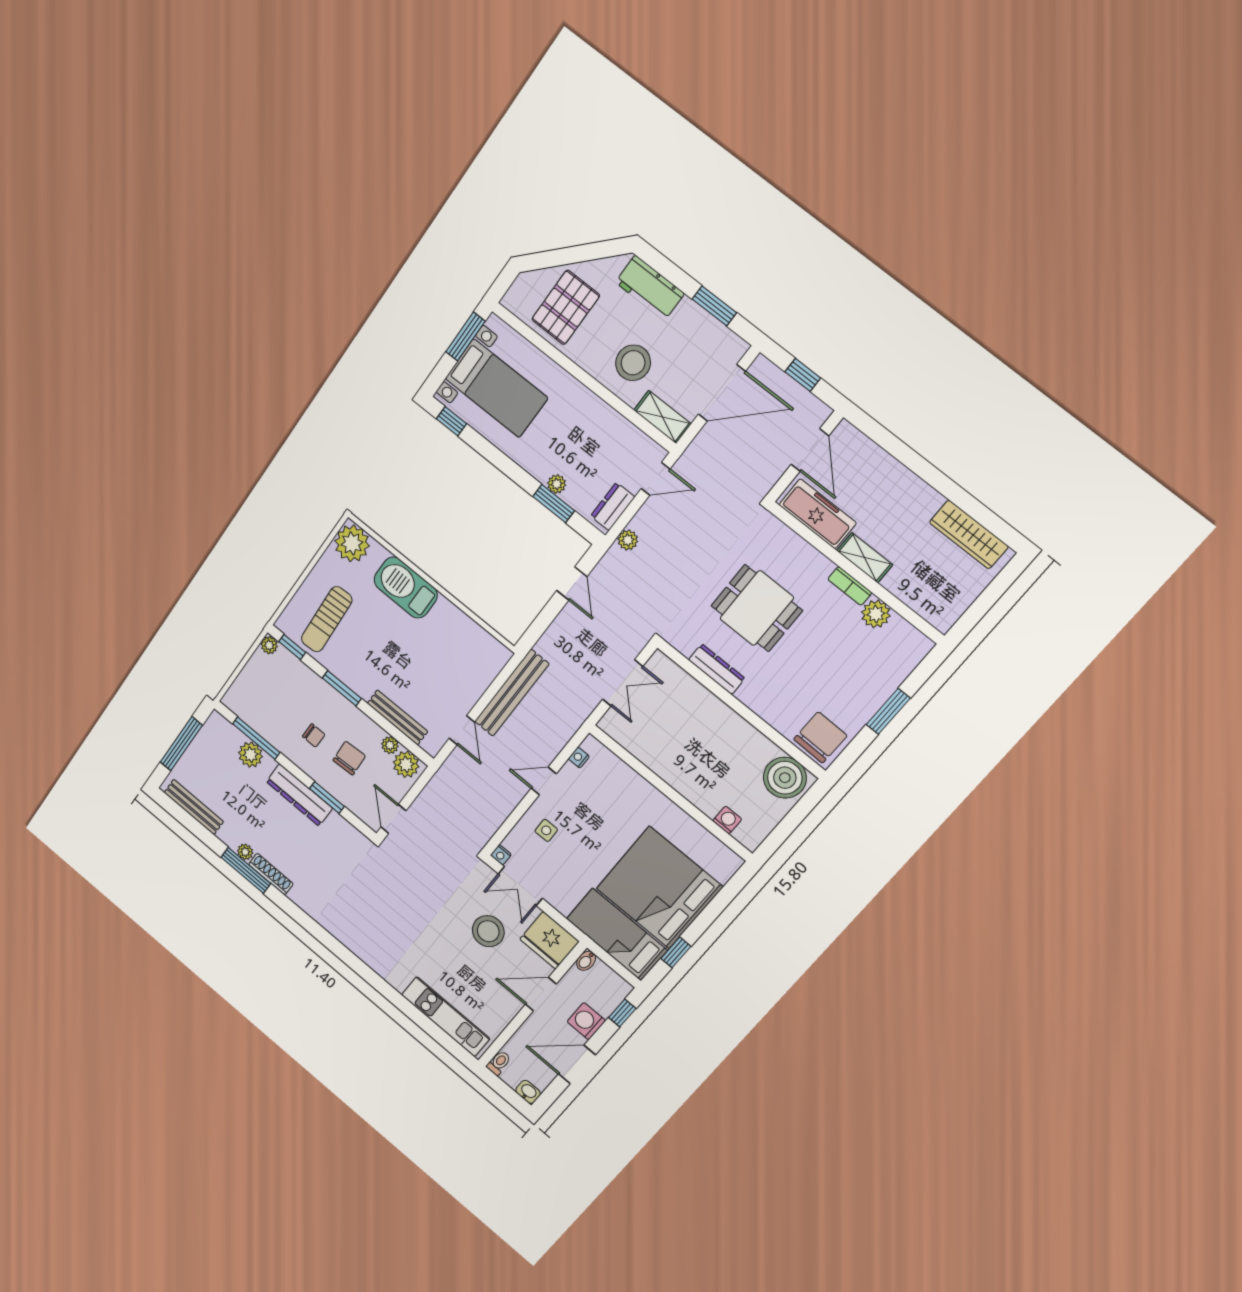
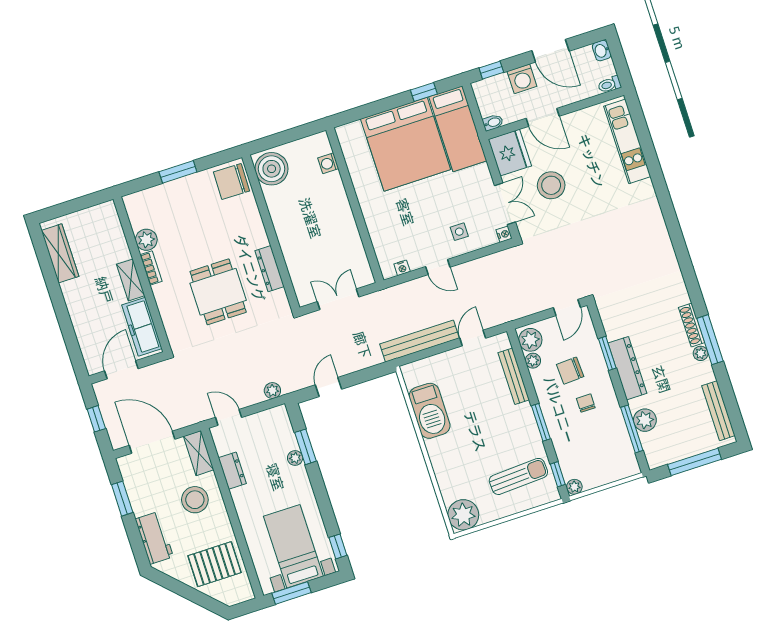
dresser: (613, 507) -> (232, 471), moved, turned -90
barbecue: (406, 588) -> (430, 411), moved

